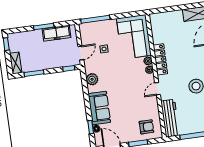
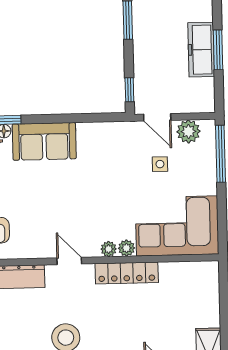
freezer: (56, 33) -> (201, 50), moved
plant: (92, 79) -> (188, 131), moved

